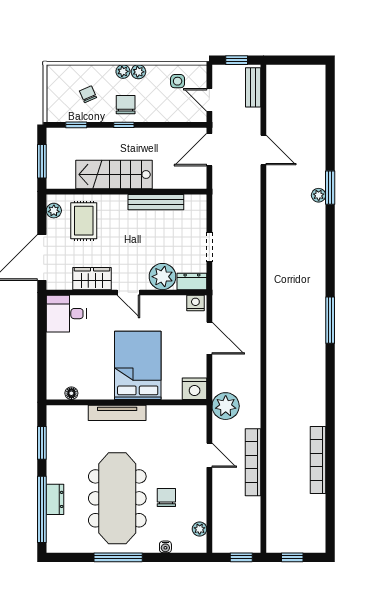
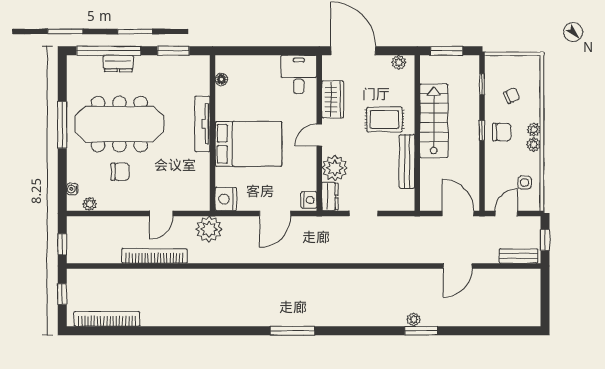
rug: (84, 221) -> (384, 119), moved
bookcase: (318, 460) -> (107, 319), moved
water cooler: (165, 547) -> (72, 189), moved

